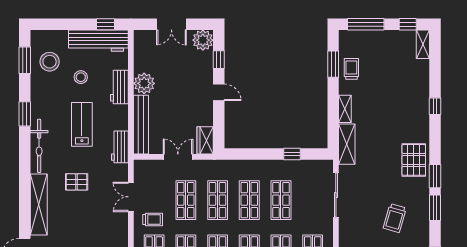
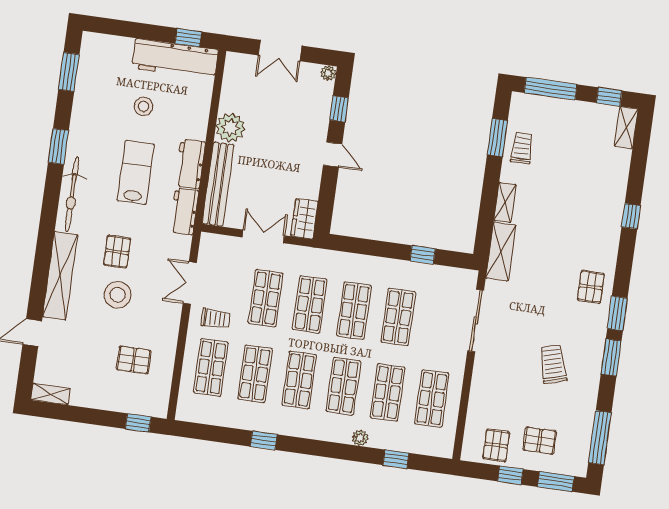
plant: (203, 40) -> (328, 73), width x0.53, depth x0.53
stool: (50, 62) -> (118, 295), moved
workbench: (119, 87) -> (190, 164), moved
pallet: (414, 160) -> (591, 287), width x0.67, depth x0.71
pallet: (77, 182) -> (117, 252), turned 90
trolley: (395, 218) -> (553, 364), turned 148

